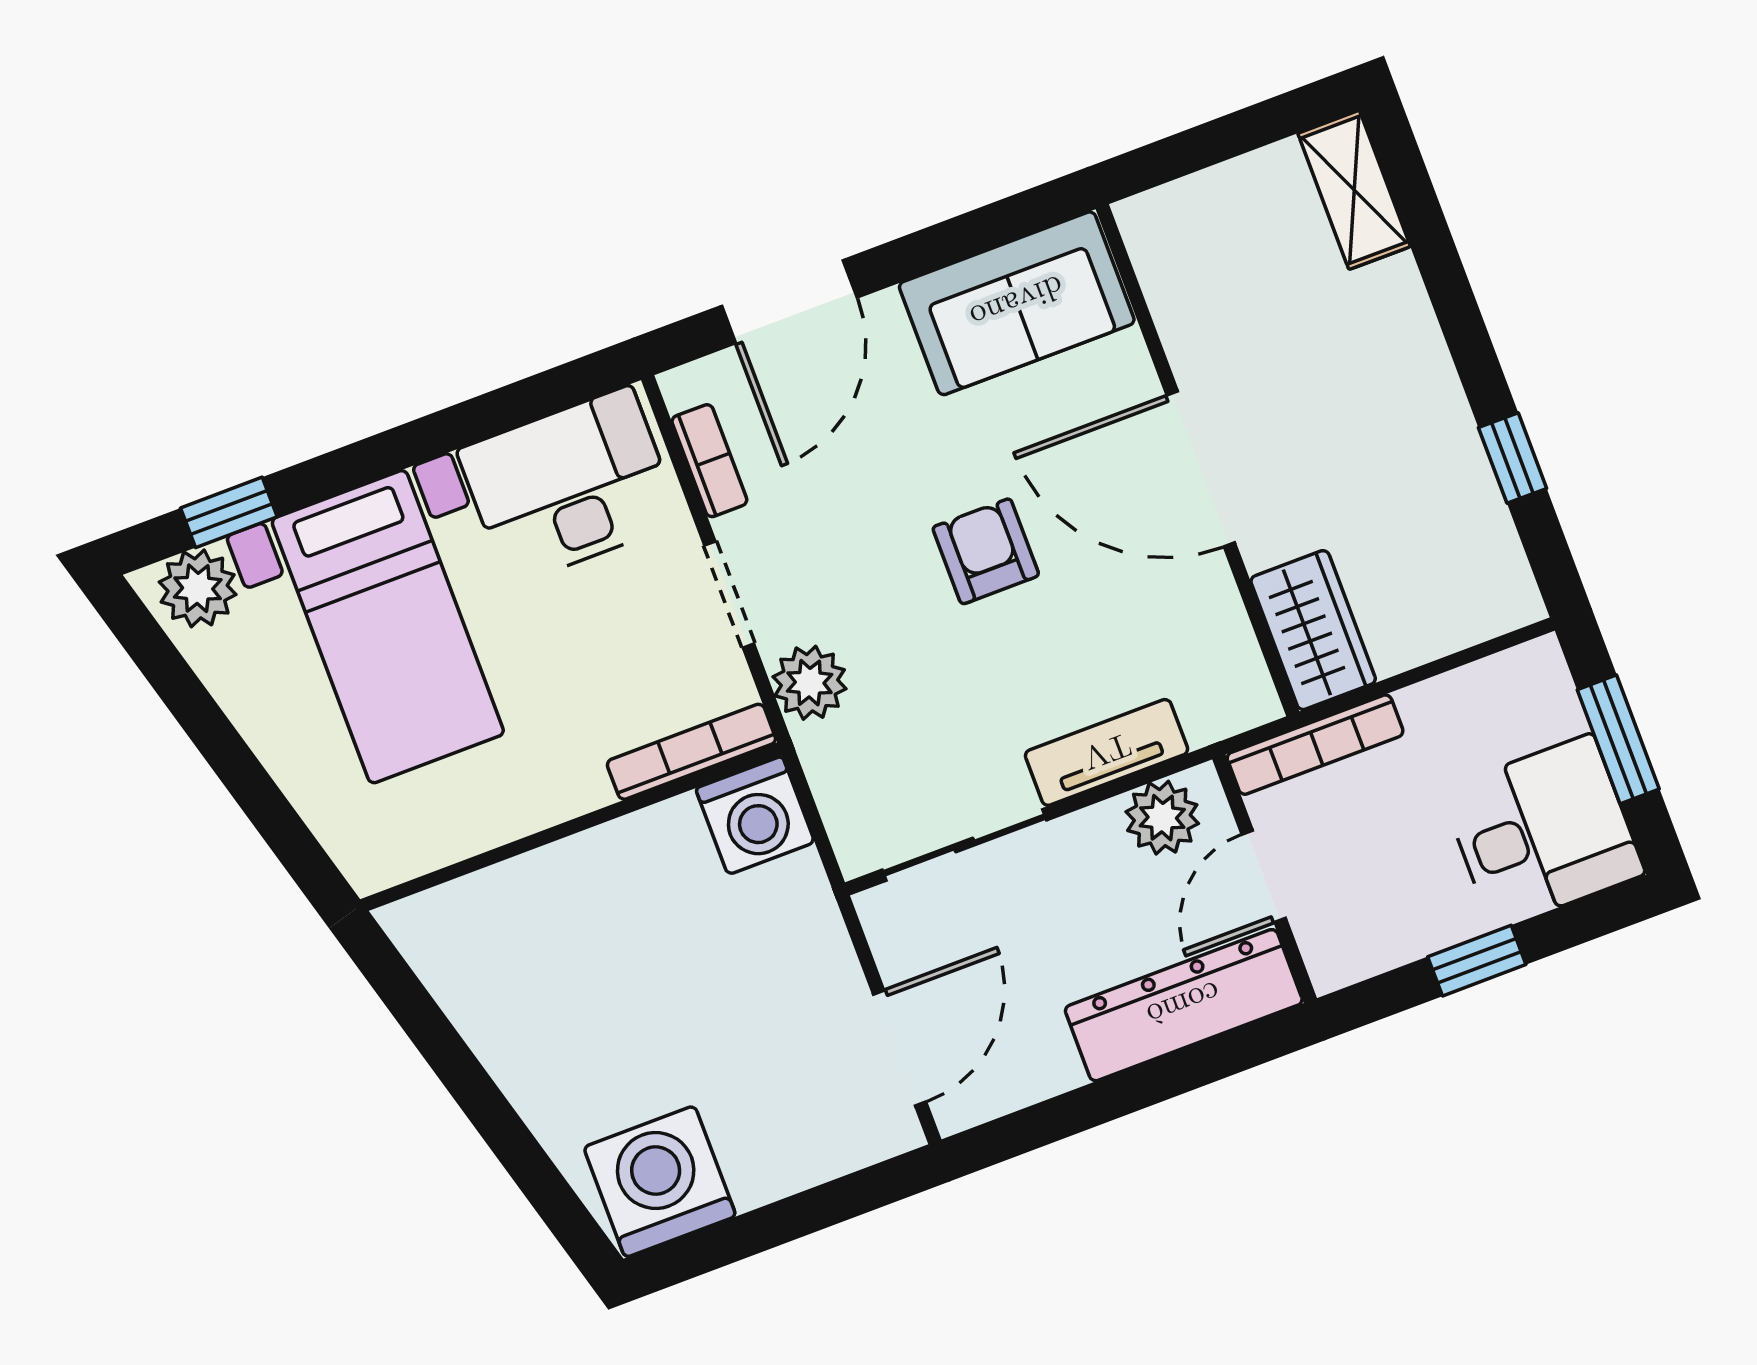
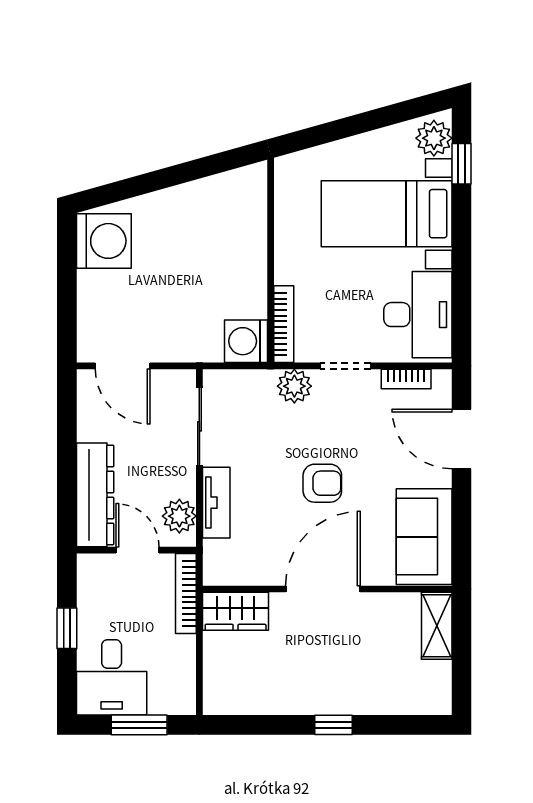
shelving: (1354, 190) -> (437, 626), moved, turned 90
window: (1513, 458) -> (333, 725), moved

